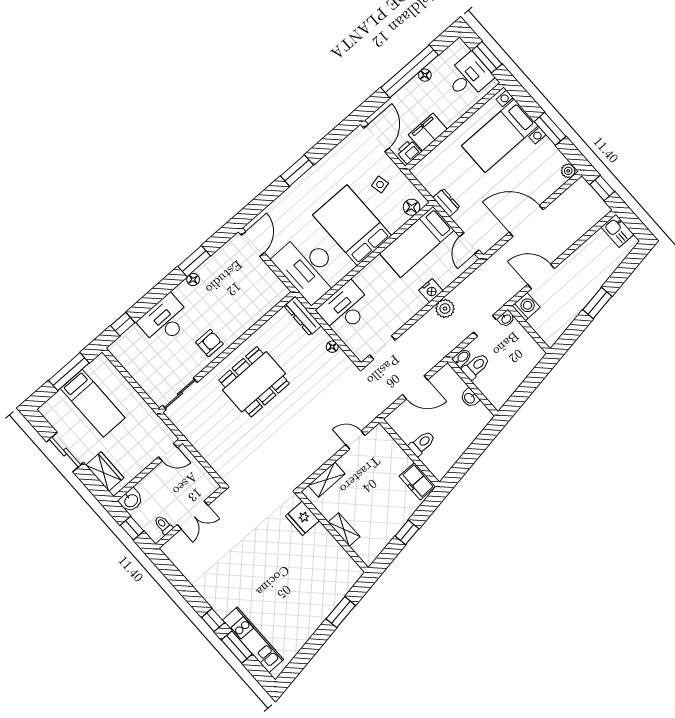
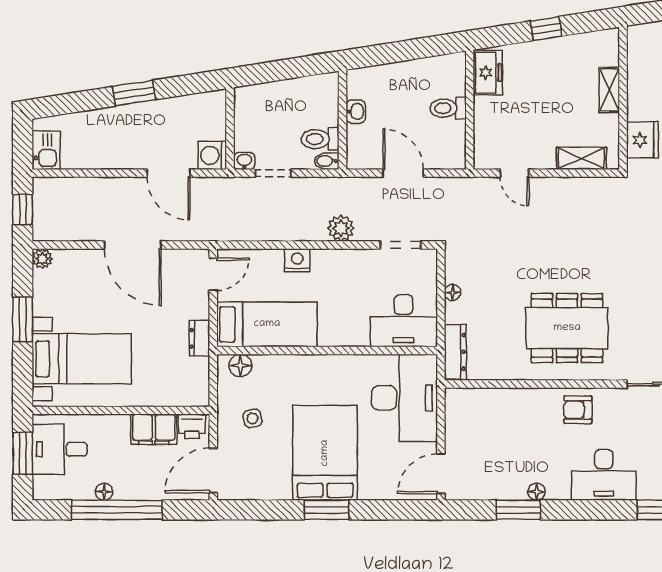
bed: (352, 225) -> (325, 453), moved, turned 180
plant: (445, 309) -> (341, 228), moved

